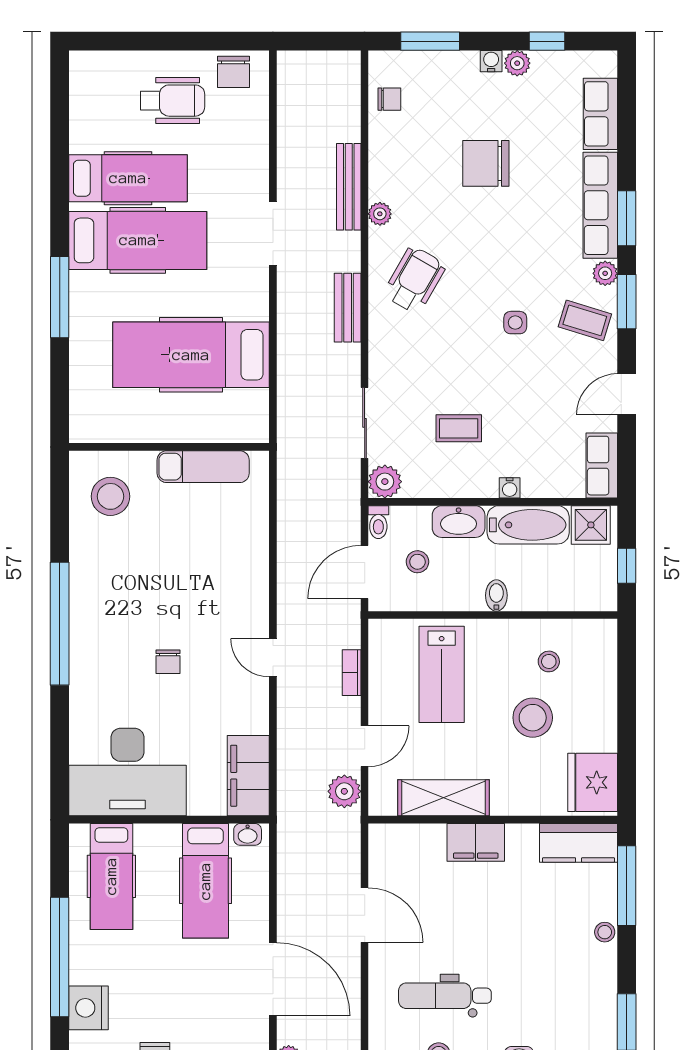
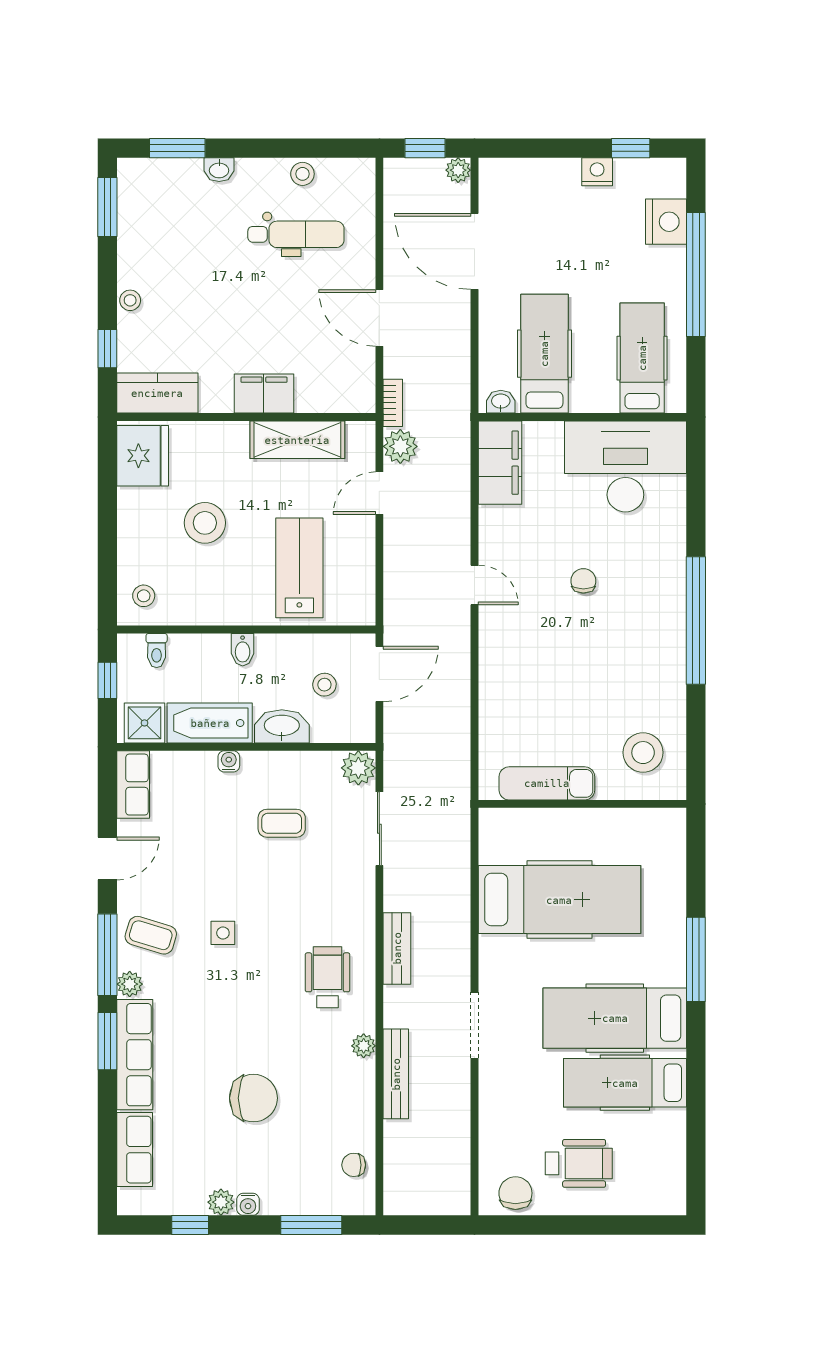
wheelchair: (172, 101) -> (579, 1163), turned 180
wheelchair: (415, 280) -> (328, 977), turned 150
window: (627, 302) -> (107, 955), width x1.44
toilet: (378, 522) -> (157, 650), moved, turned 180
stool: (549, 661) -> (144, 596), moved
bookcase: (352, 673) -> (393, 403), moved
window: (627, 886) -> (107, 349), width x0.46

